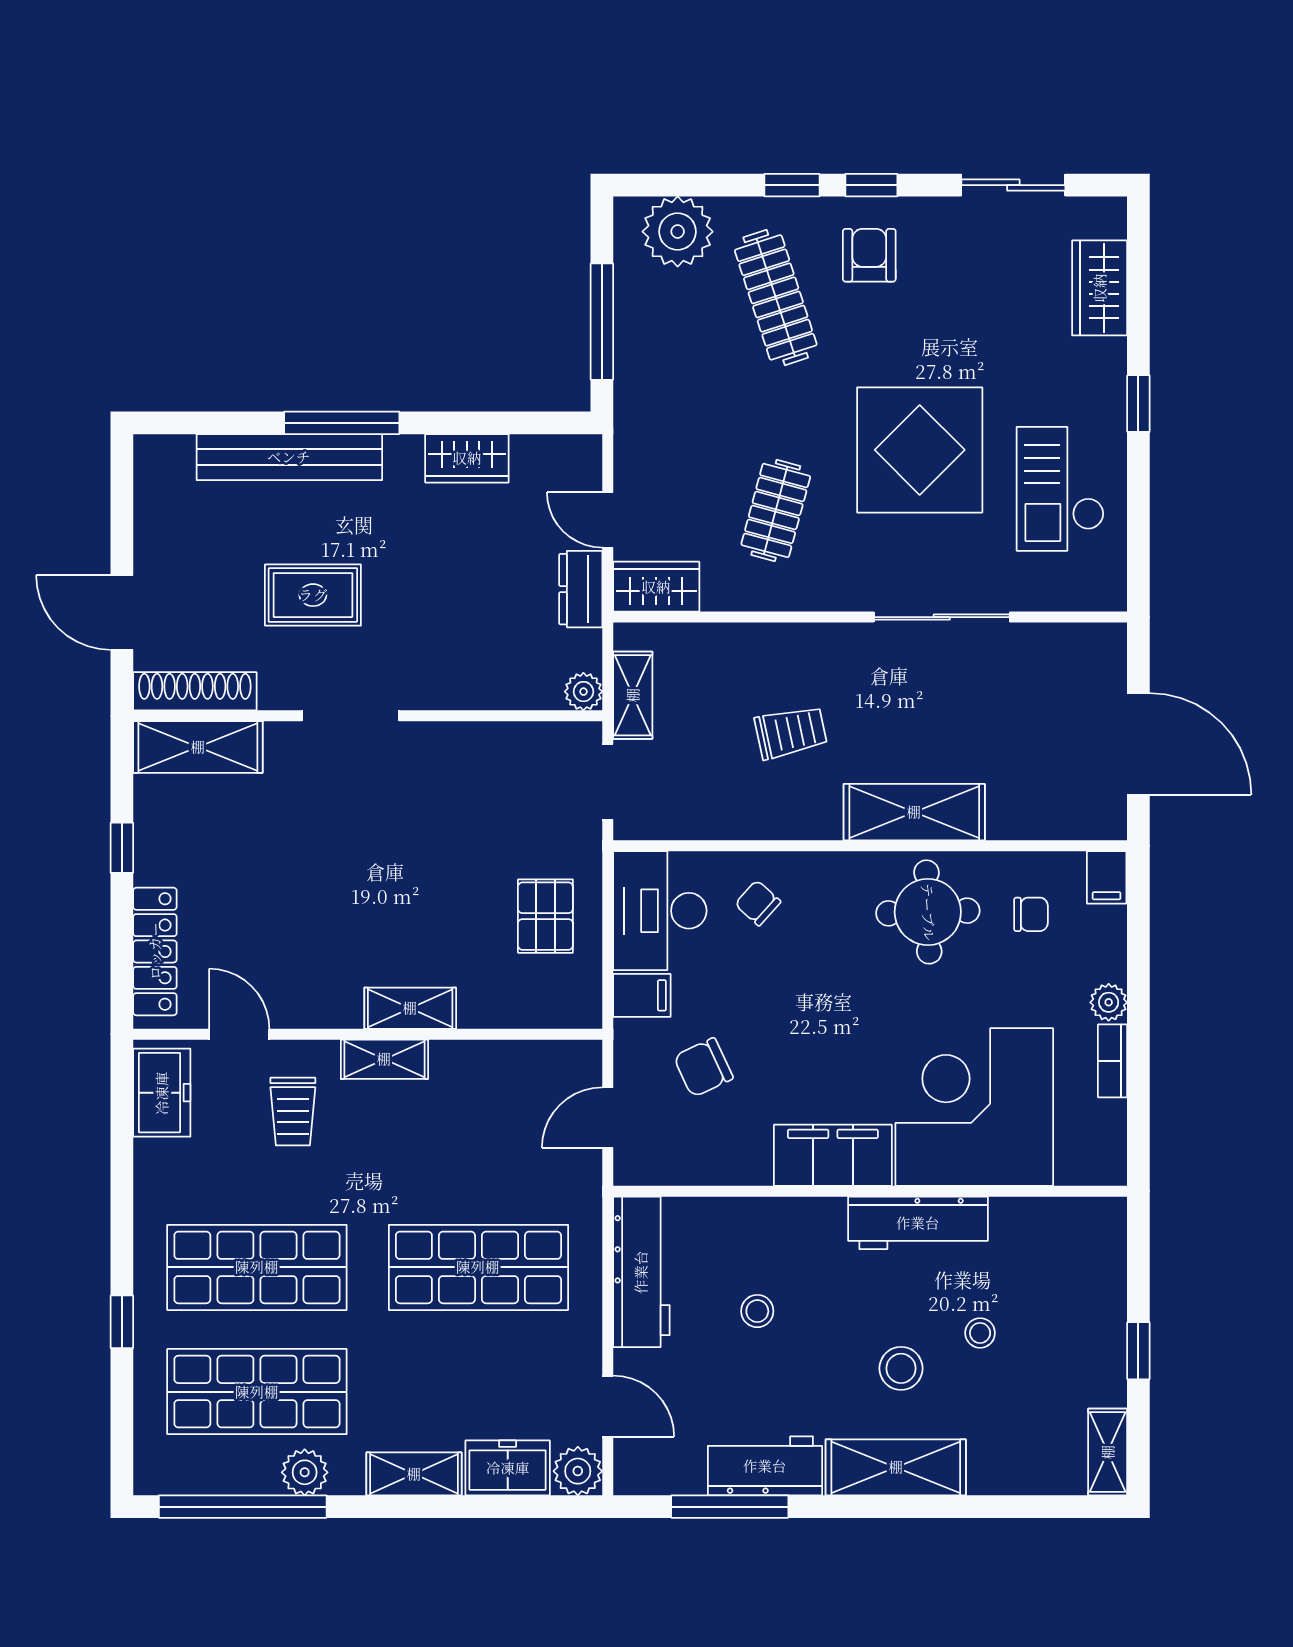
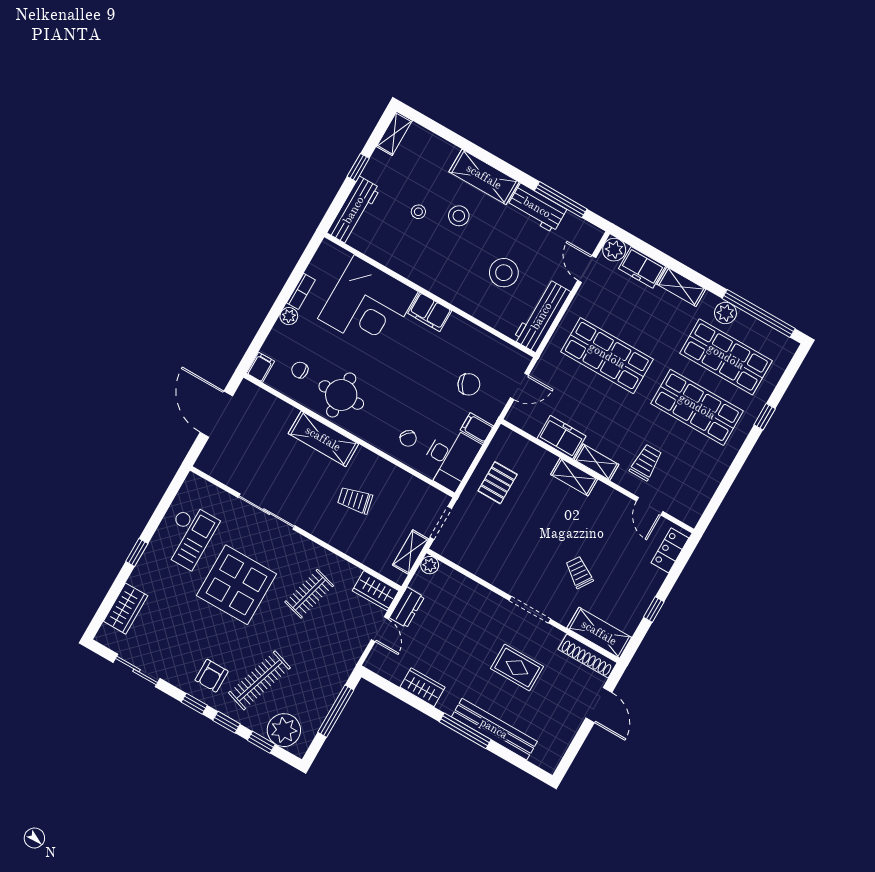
window: (706, 185) -> (261, 742), added
clothes rail: (776, 297) -> (259, 680), turned 36
trolley: (299, 837) -> (579, 572), added
locker: (155, 951) -> (670, 550), width x0.66
freezer: (162, 1093) -> (561, 437), moved, turned 90
filing cabinet: (833, 1155) -> (430, 312), width x0.67, depth x0.86
workbench: (918, 1223) -> (354, 210), moved, turned 90
stool: (757, 1311) -> (504, 273), width x1.89, depth x1.89

